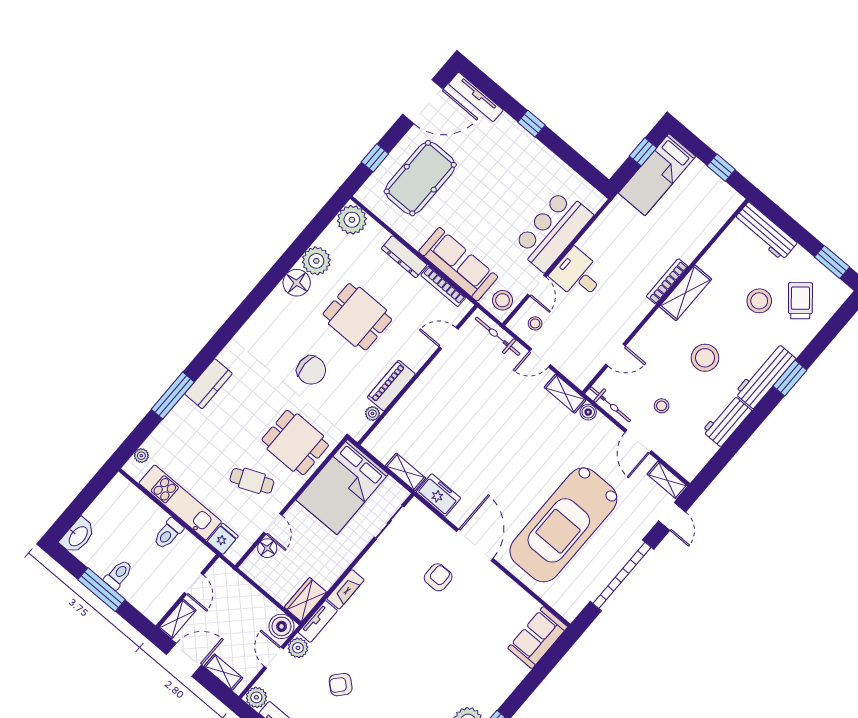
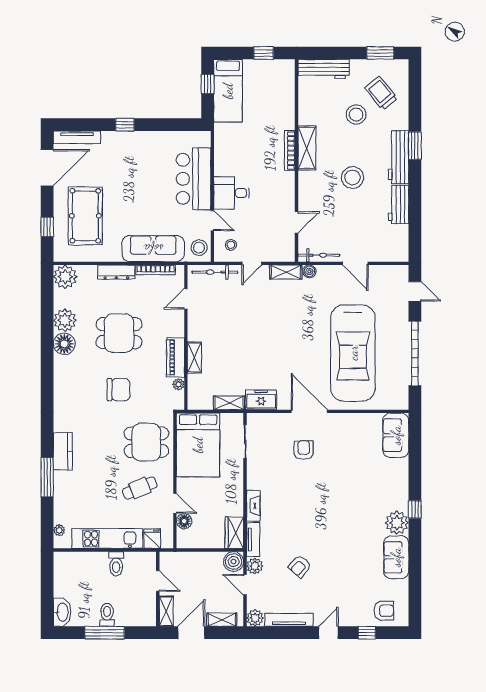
stool: (662, 406) -> (351, 229), removed
shelving: (667, 480) -> (194, 357), moved, turned 90

